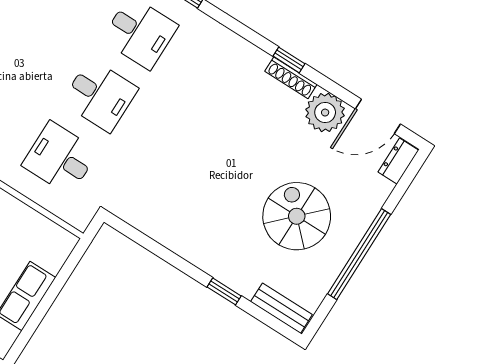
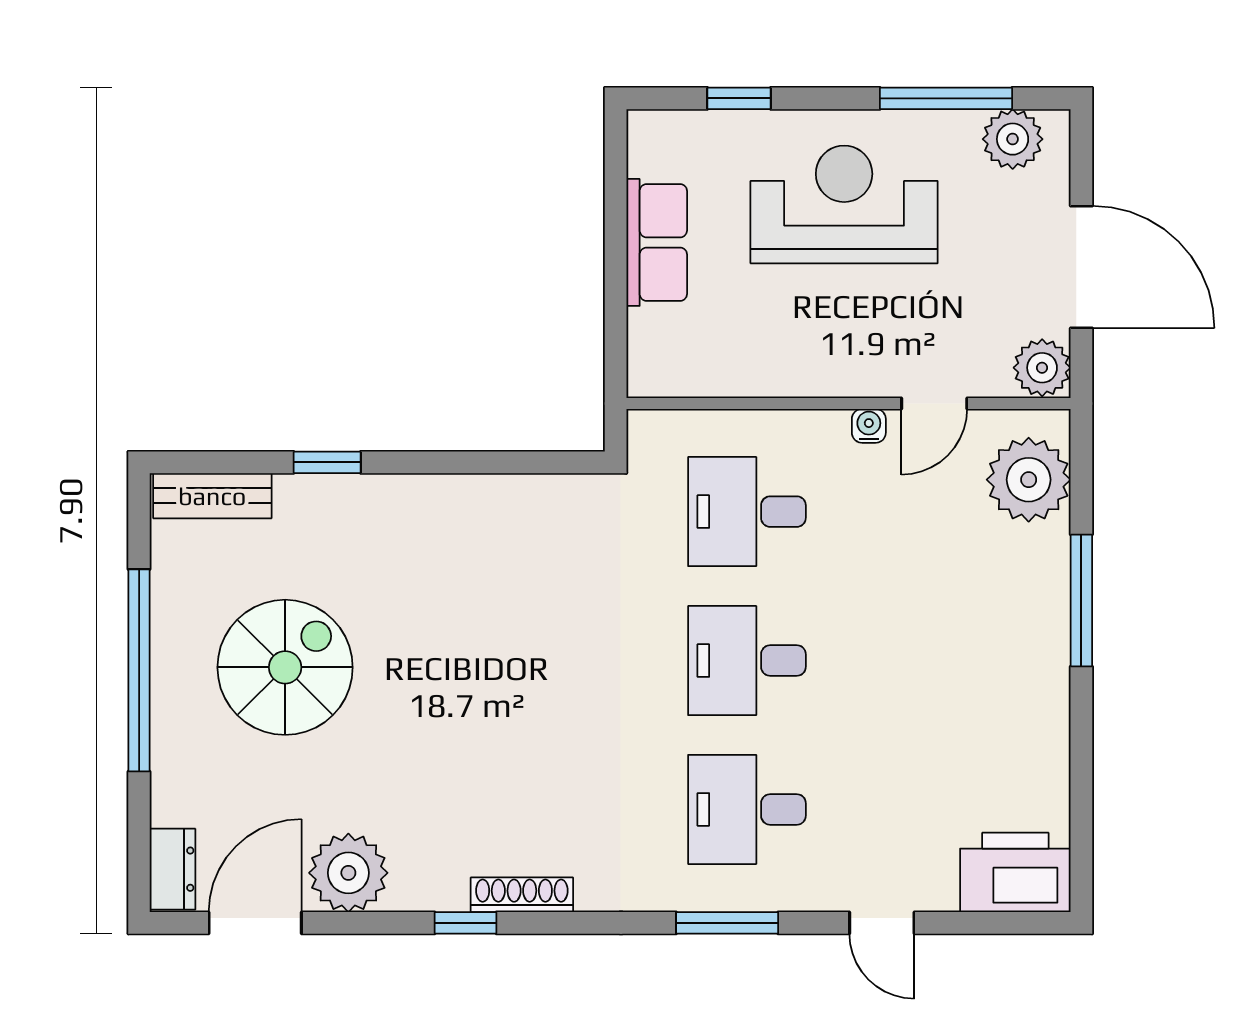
shoe rack: (291, 78) -> (522, 895), moved
desk: (60, 158) -> (747, 512), turned 180
spiral stairs: (297, 216) -> (285, 667), turned -90

